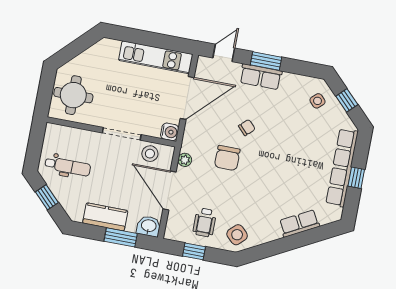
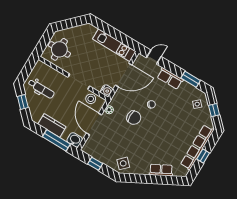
window: (266, 61) -> (191, 79), moved
chair: (227, 158) -> (134, 118), turned -90
wheelchair: (205, 222) -> (107, 150), removed
window: (121, 237) -> (56, 140), width x1.44

